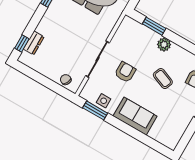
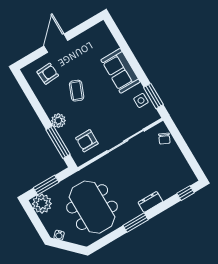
window: (154, 26) -> (58, 142), width x1.44
dresser: (34, 43) -> (150, 202), moved
armchair: (125, 72) -> (87, 141), moved

